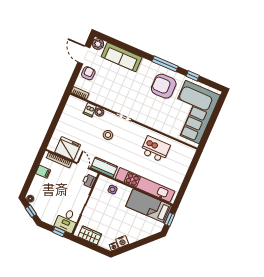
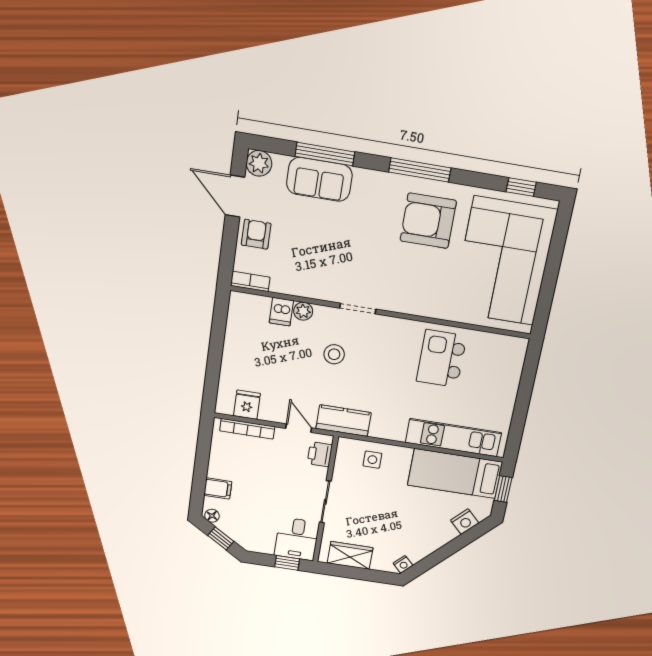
window: (127, 47) -> (325, 154), added
sofa: (122, 57) -> (319, 179), width x0.73
window: (193, 76) -> (521, 187), moved
fridge: (68, 148) -> (247, 405), width x0.53, depth x0.75
kitchen island: (155, 149) -> (441, 359), turned -90
filing cabinet: (43, 172) -> (218, 488), moved
kitchen unit: (145, 185) -> (453, 438), width x0.73
nightstand: (122, 242) -> (465, 522), moved

